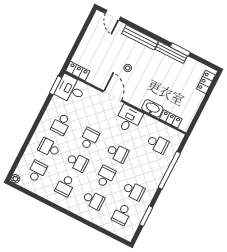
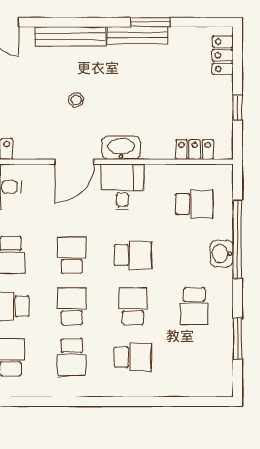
door: (112, 96) -> (74, 162), swing flipped
washbasin: (152, 108) -> (121, 148), moved
window: (200, 110) -> (237, 108), added
school desk: (77, 162) -> (72, 306), turned -90
washbasin: (159, 173) -> (222, 254), added
school desk: (134, 191) -> (194, 306), turned 90
school desk: (122, 214) -> (194, 357), removed

